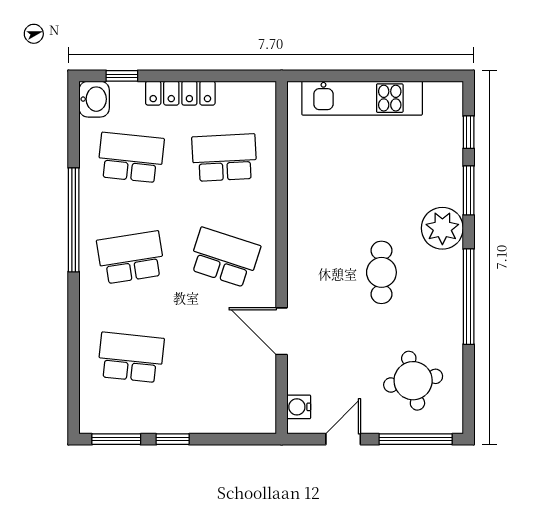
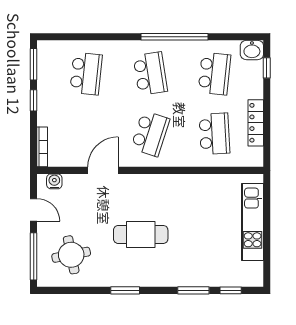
locker: (180, 93) -> (256, 123), moved
plant: (442, 228) -> (169, 274), removed
cafe table: (381, 272) -> (141, 234), width x1.37, depth x1.35
window: (469, 297) -> (125, 290), width x0.47
bookcase: (245, 426) -> (42, 147), added

